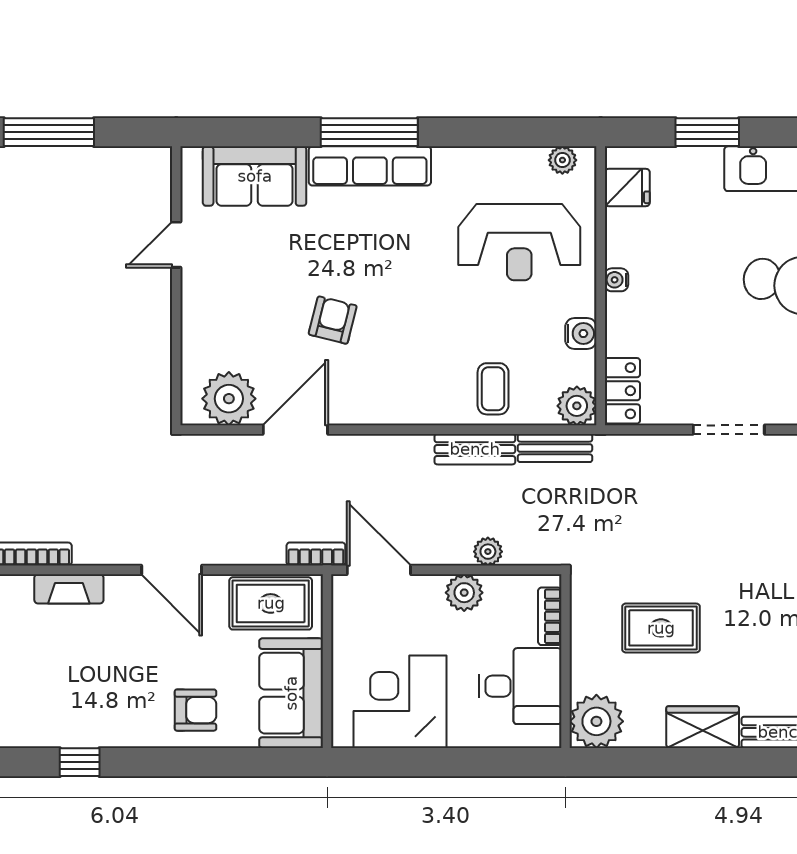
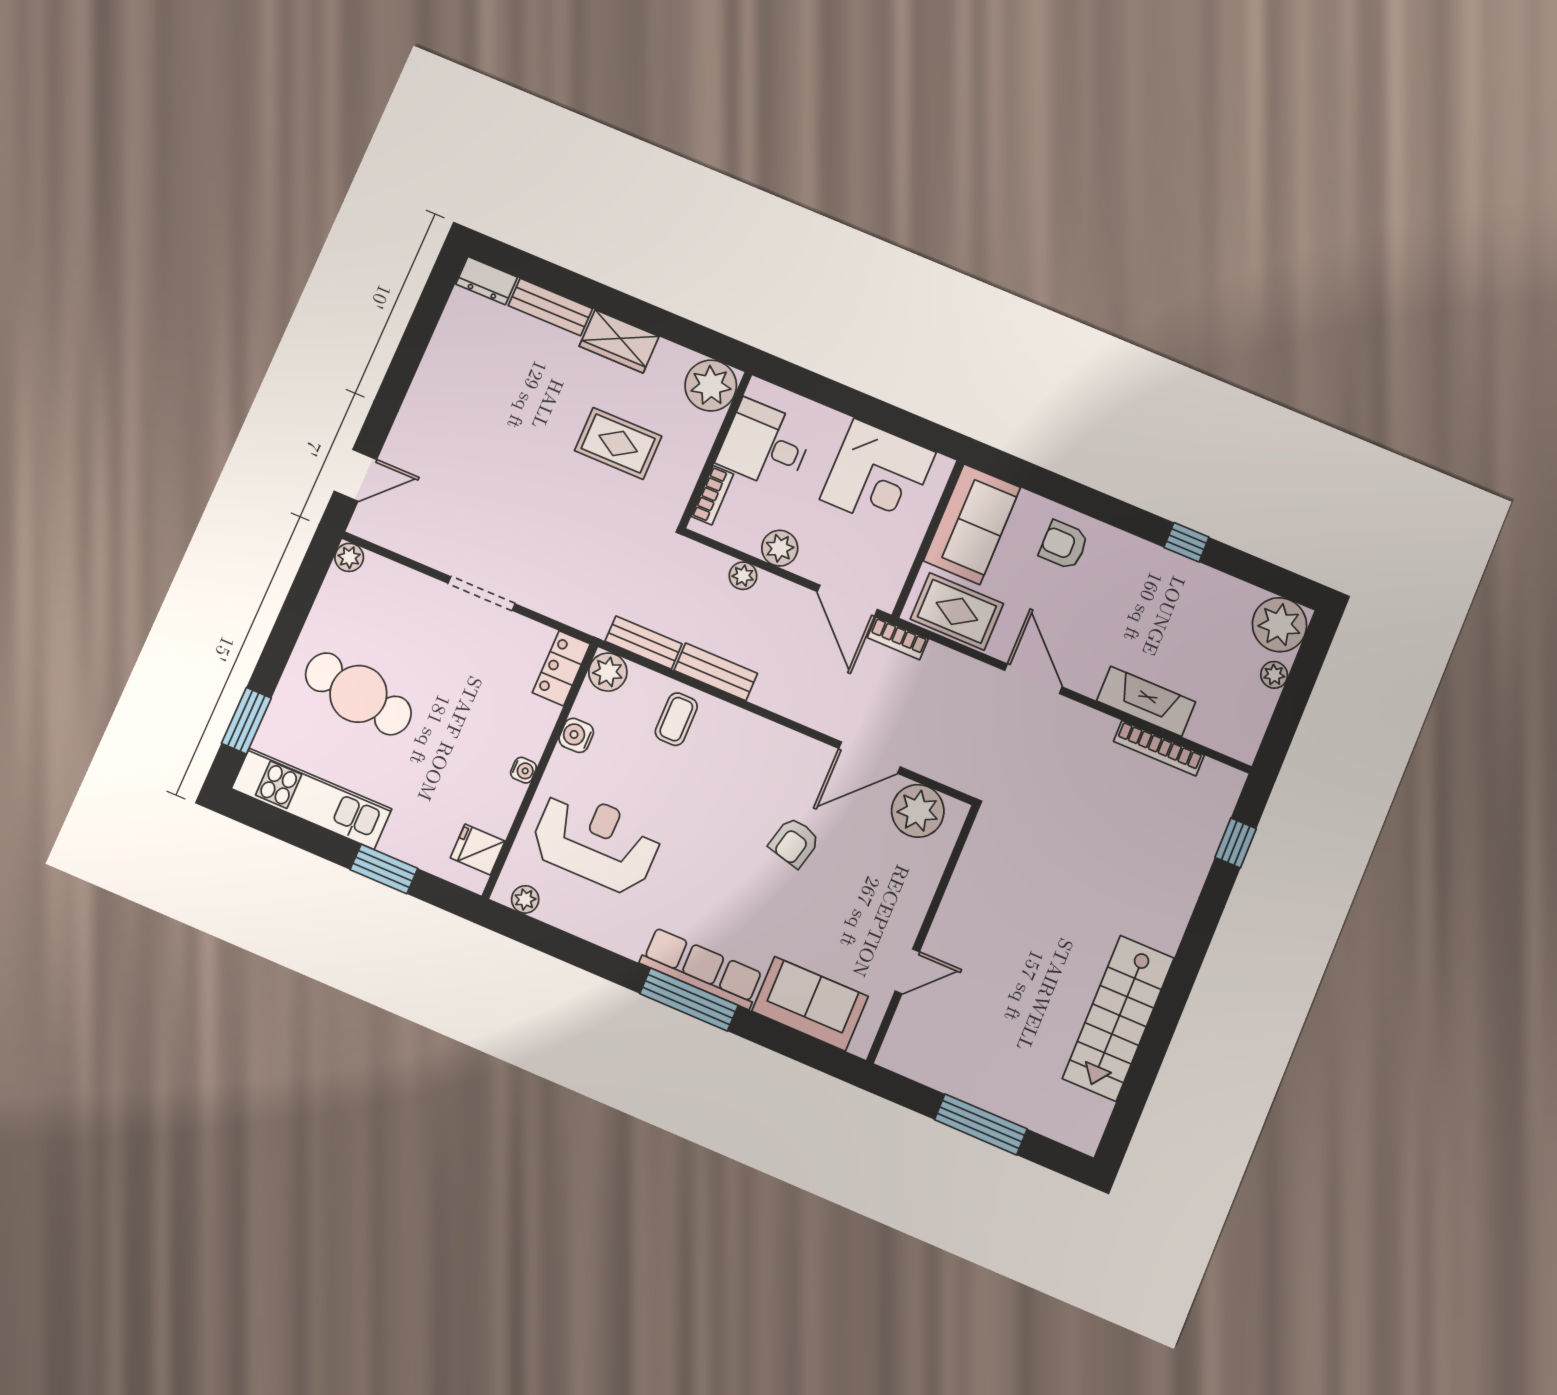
fireplace: (69, 589) -> (1146, 701), width x1.37, depth x1.32

